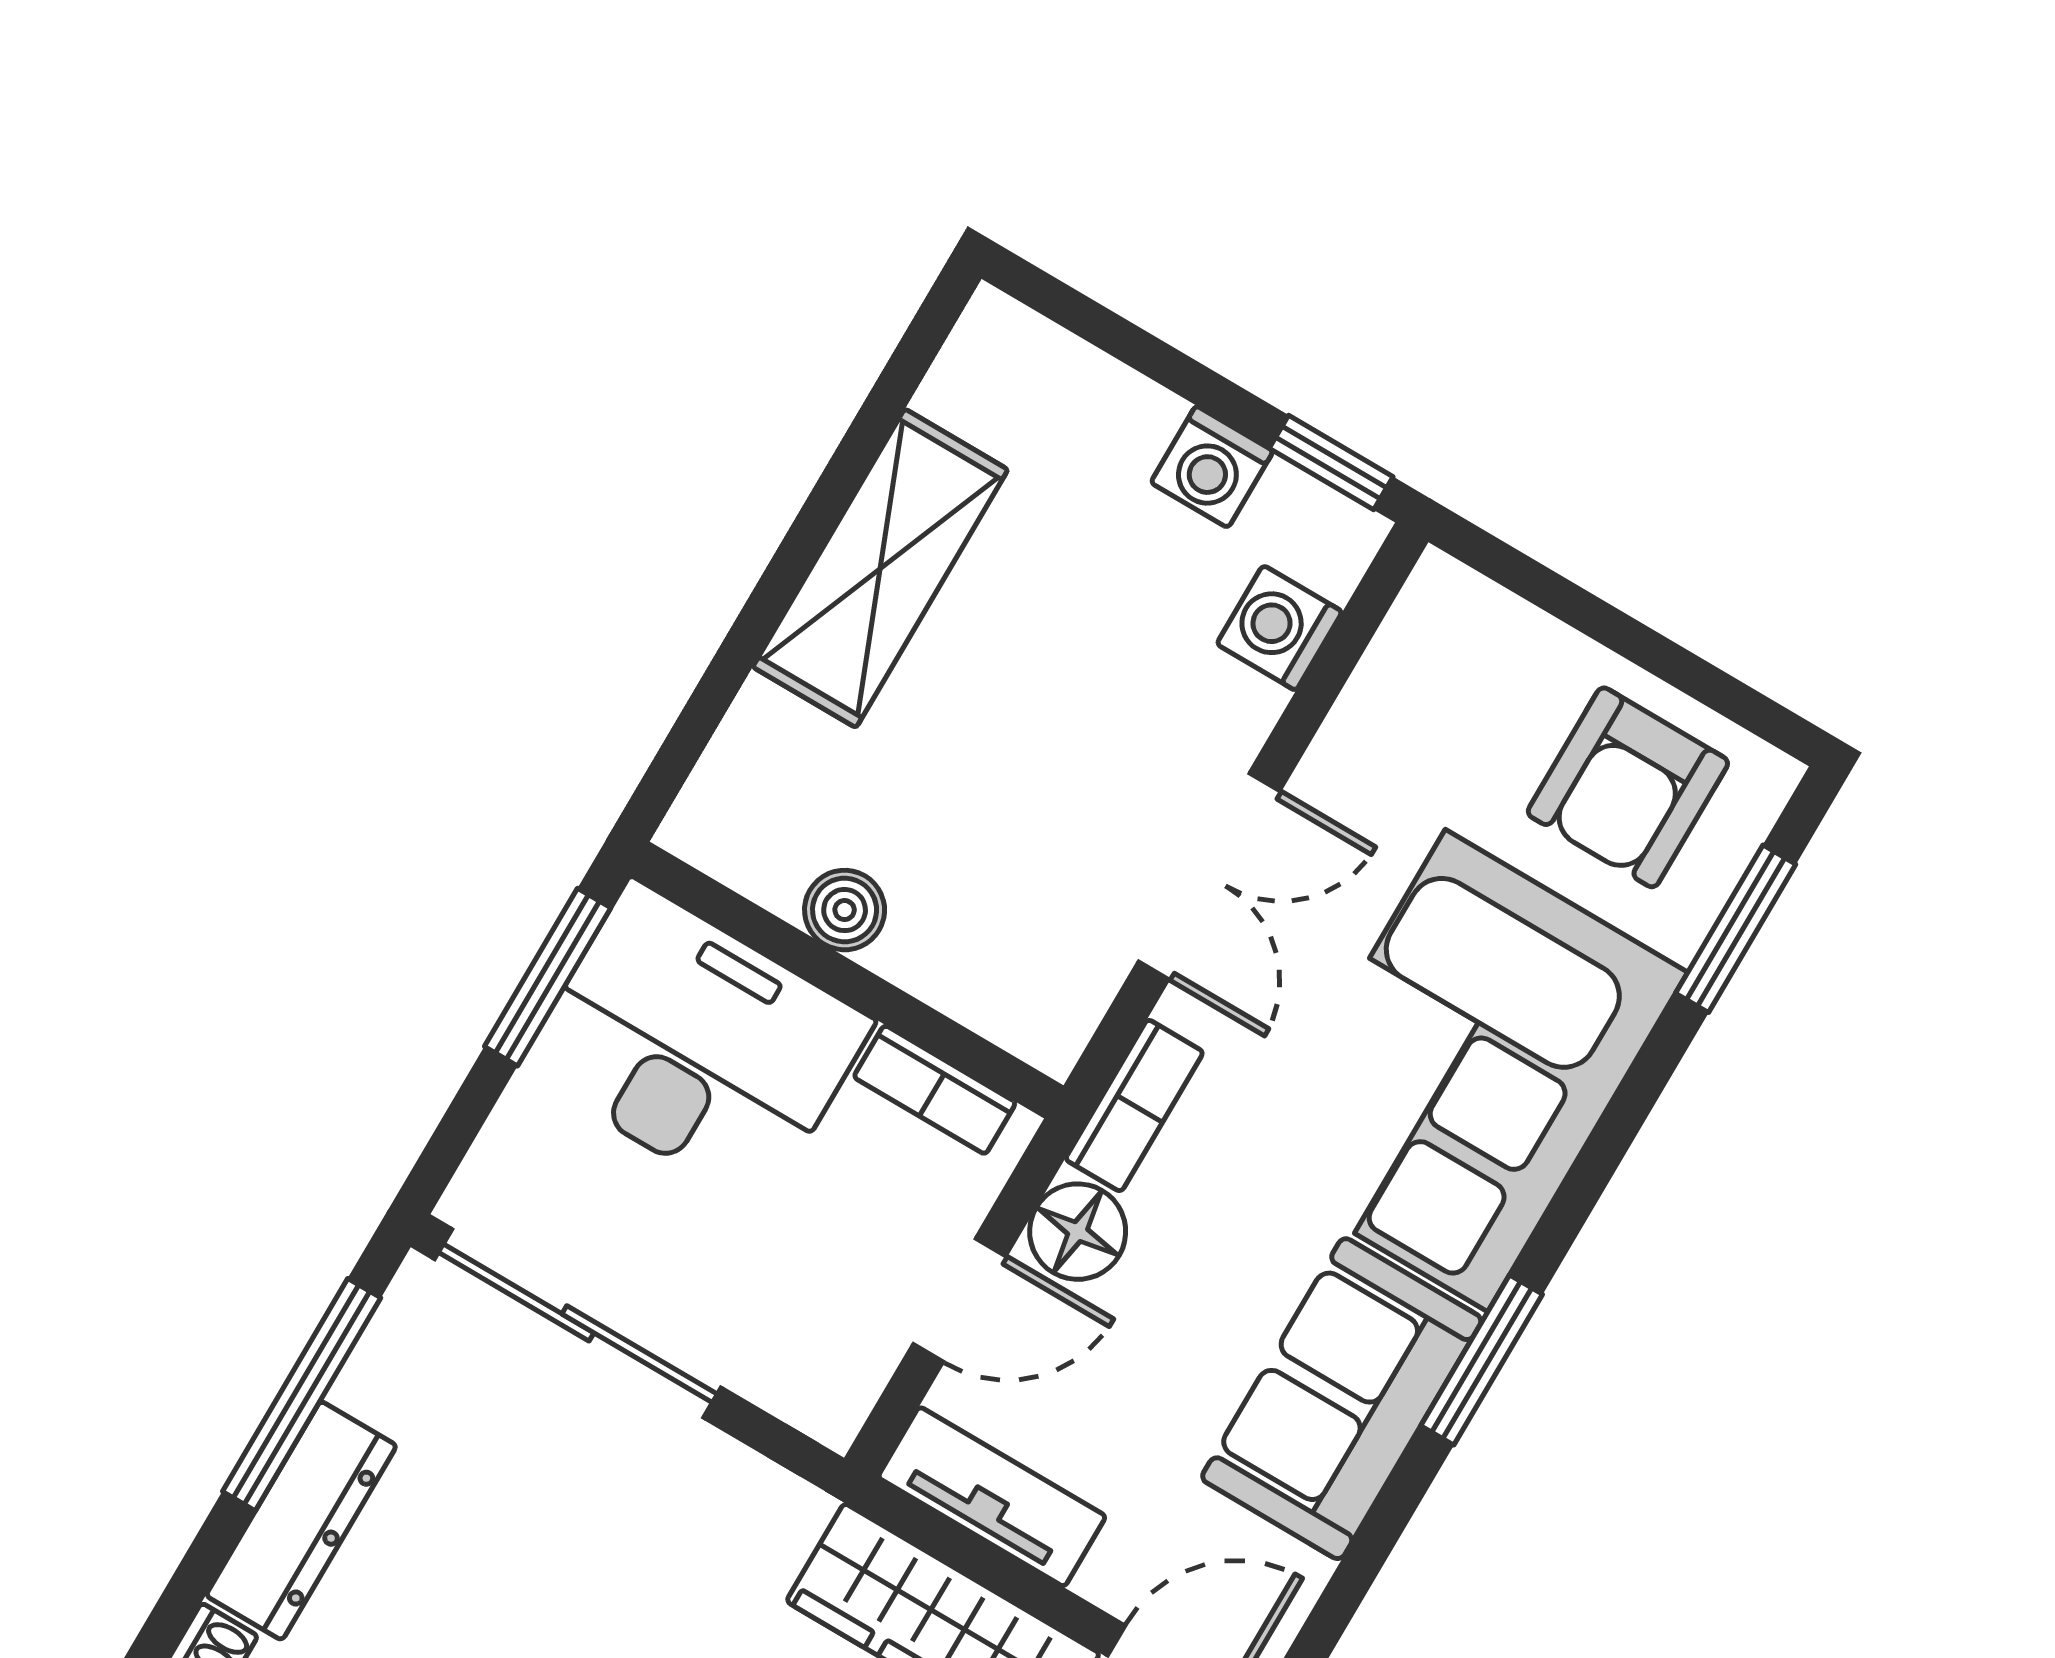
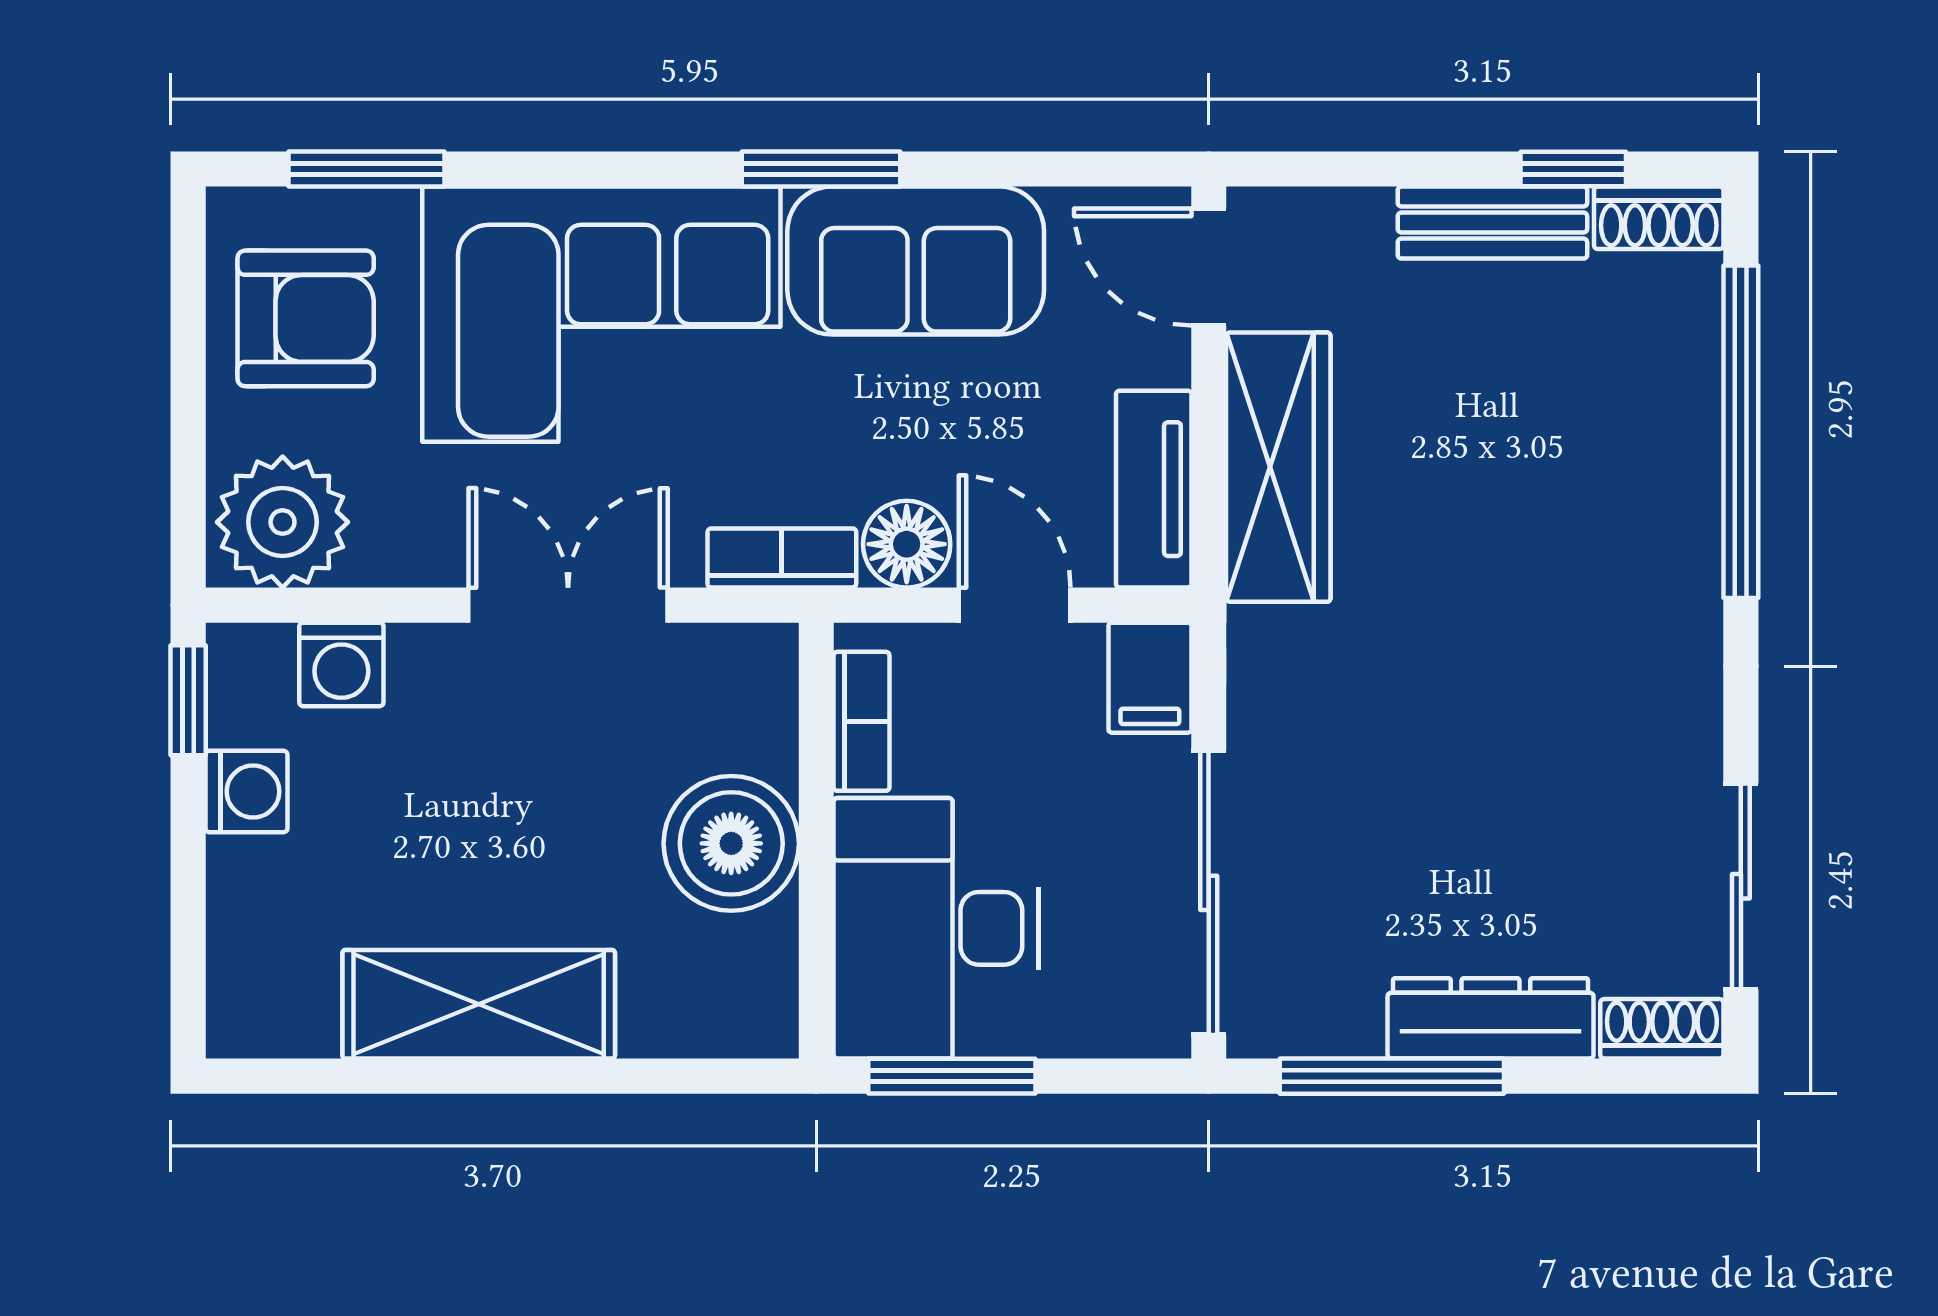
plant: (1448, 652) -> (283, 522), added
boiler: (845, 910) -> (731, 843), width x1.86, depth x1.86
filing cabinet: (815, 1388) -> (1150, 678), added

